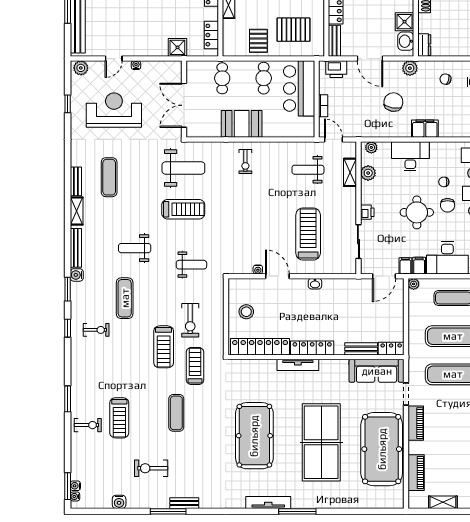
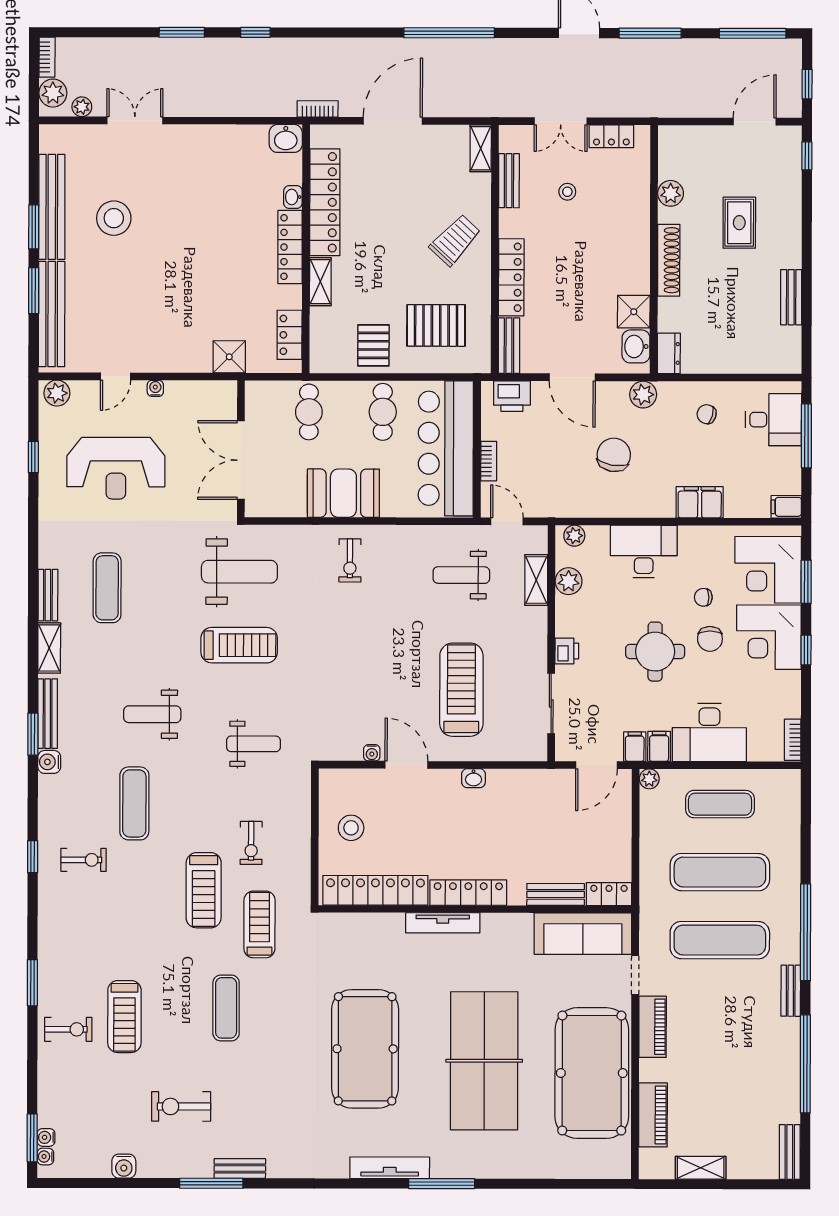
bar counter: (299, 88) -> (446, 448), width x1.36
reception desk: (114, 110) -> (116, 468), turned 180
filing cabinet: (425, 129) -> (700, 502), moved
window: (68, 289) -> (33, 734), moved
exercise bike: (190, 320) -> (251, 843), width x0.73, depth x0.72

